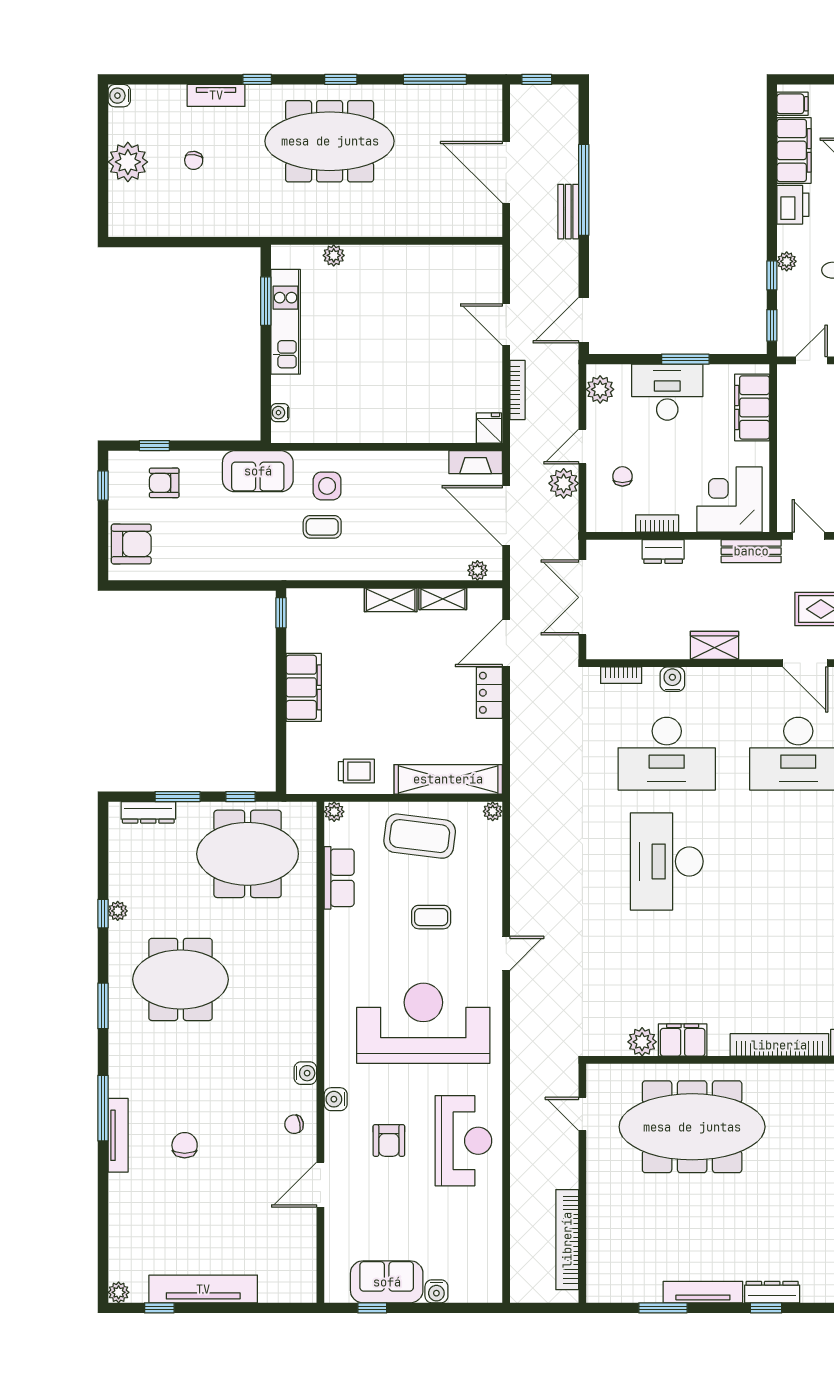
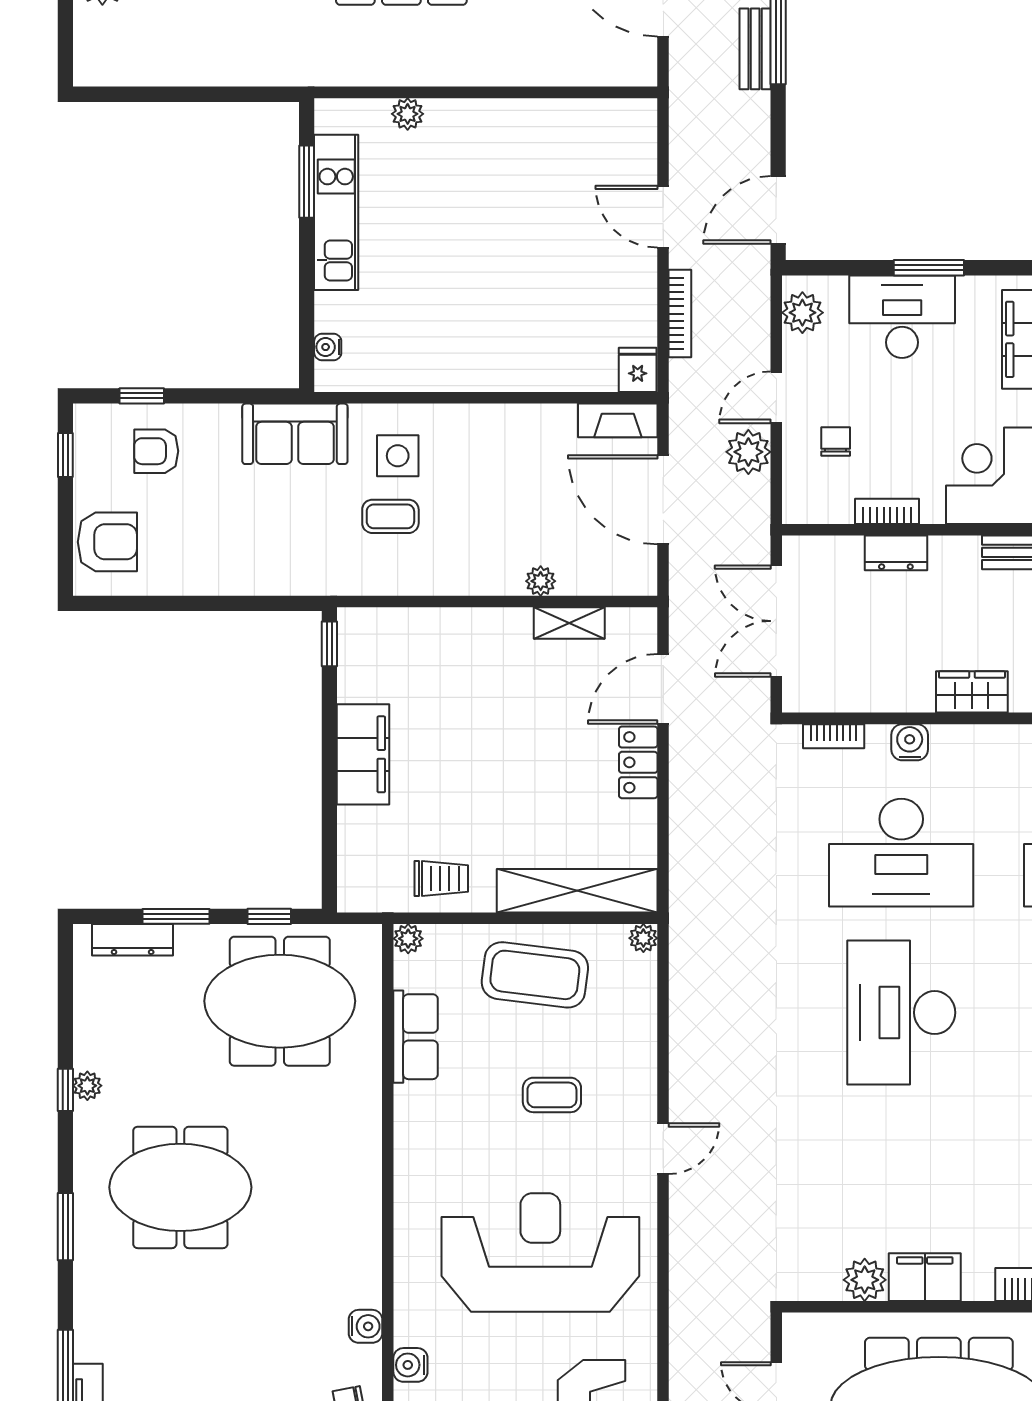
plant: (477, 570) -> (541, 581), moved
shelving: (391, 600) -> (492, 625), removed

